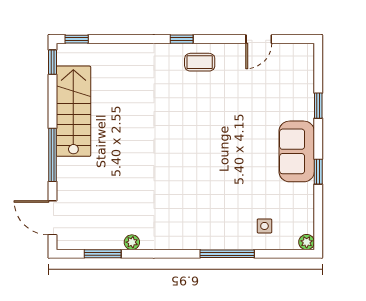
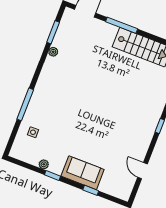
coffee table: (200, 62) -> (142, 131), removed
sofa: (297, 151) -> (83, 173), moved
plant: (307, 242) -> (44, 164), moved

